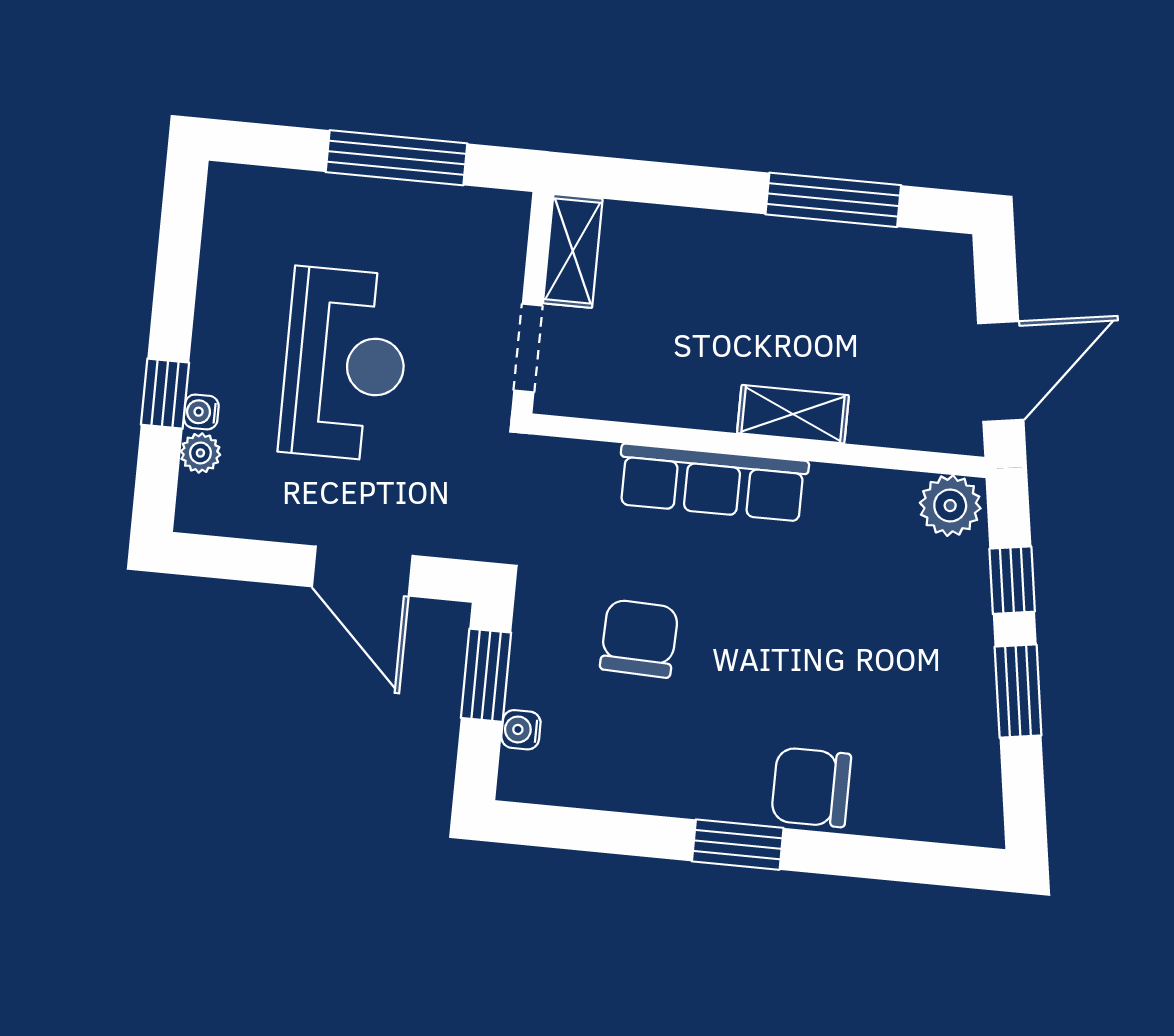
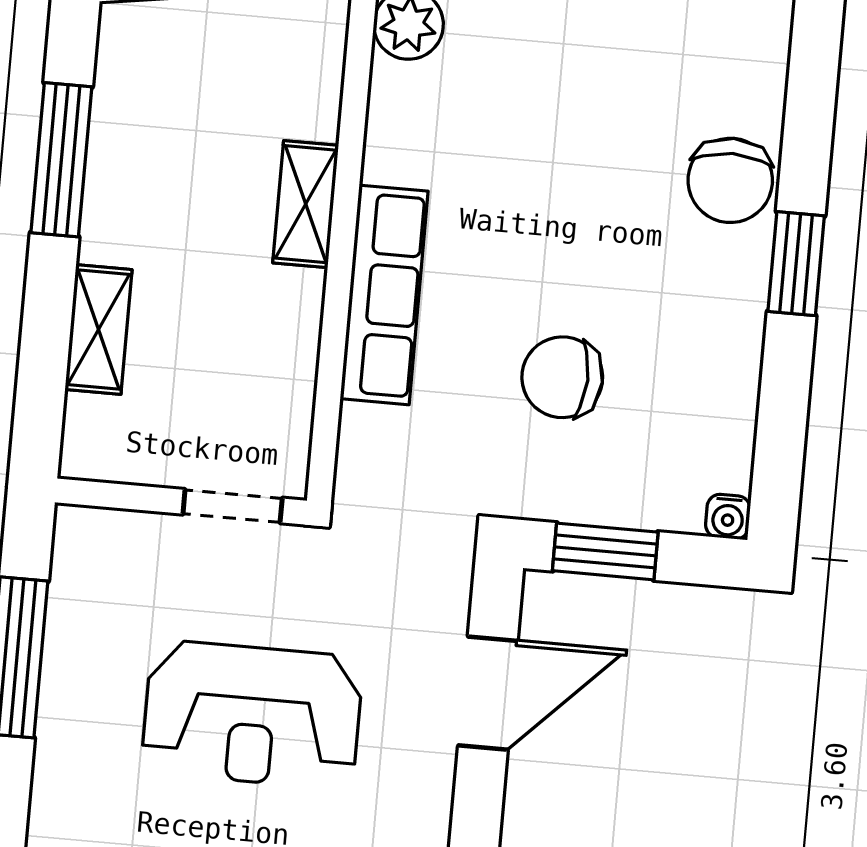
shelving: (573, 251) -> (98, 330), moved, turned 90
reception desk: (345, 364) -> (252, 715), turned 180
water cooler: (521, 730) -> (728, 517), moved

